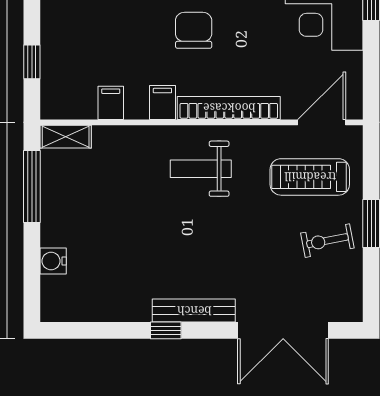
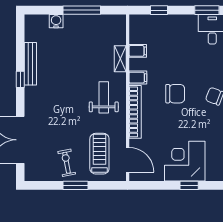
shelving: (66, 137) -> (120, 59), moved
window: (32, 186) -> (82, 10), moved
bench: (194, 311) -> (30, 64), moved

